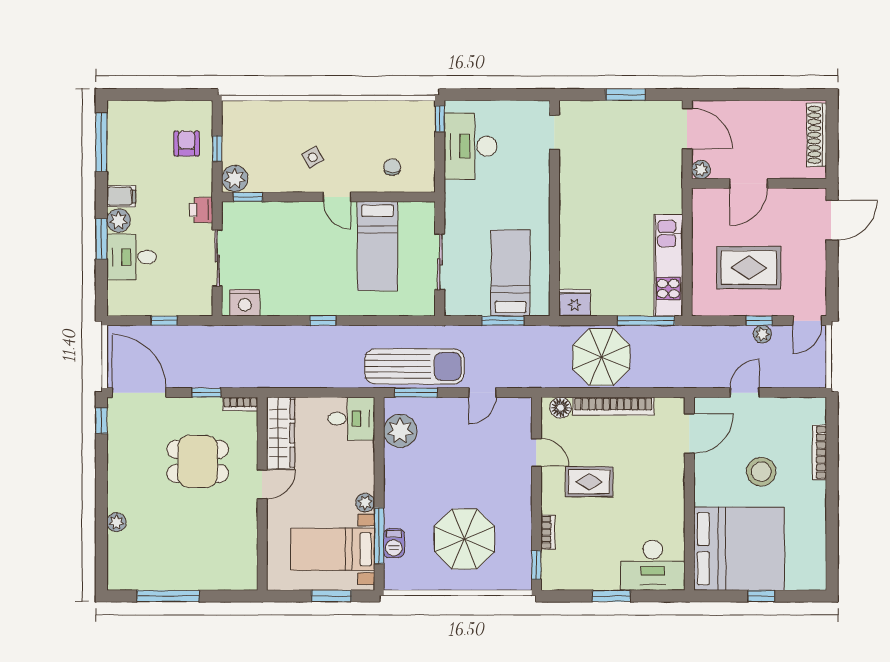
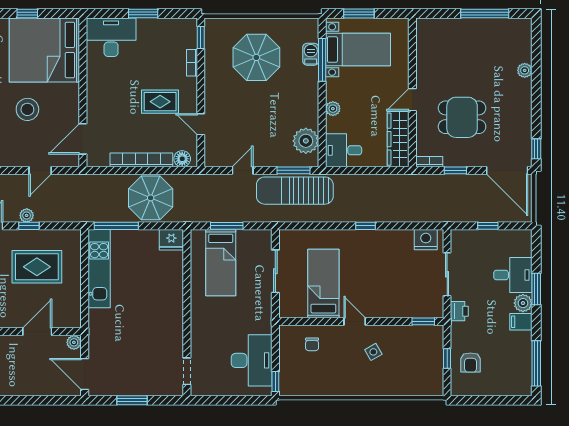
plant: (235, 178) -> (433, 336), removed
plant: (365, 503) -> (333, 109), moved

